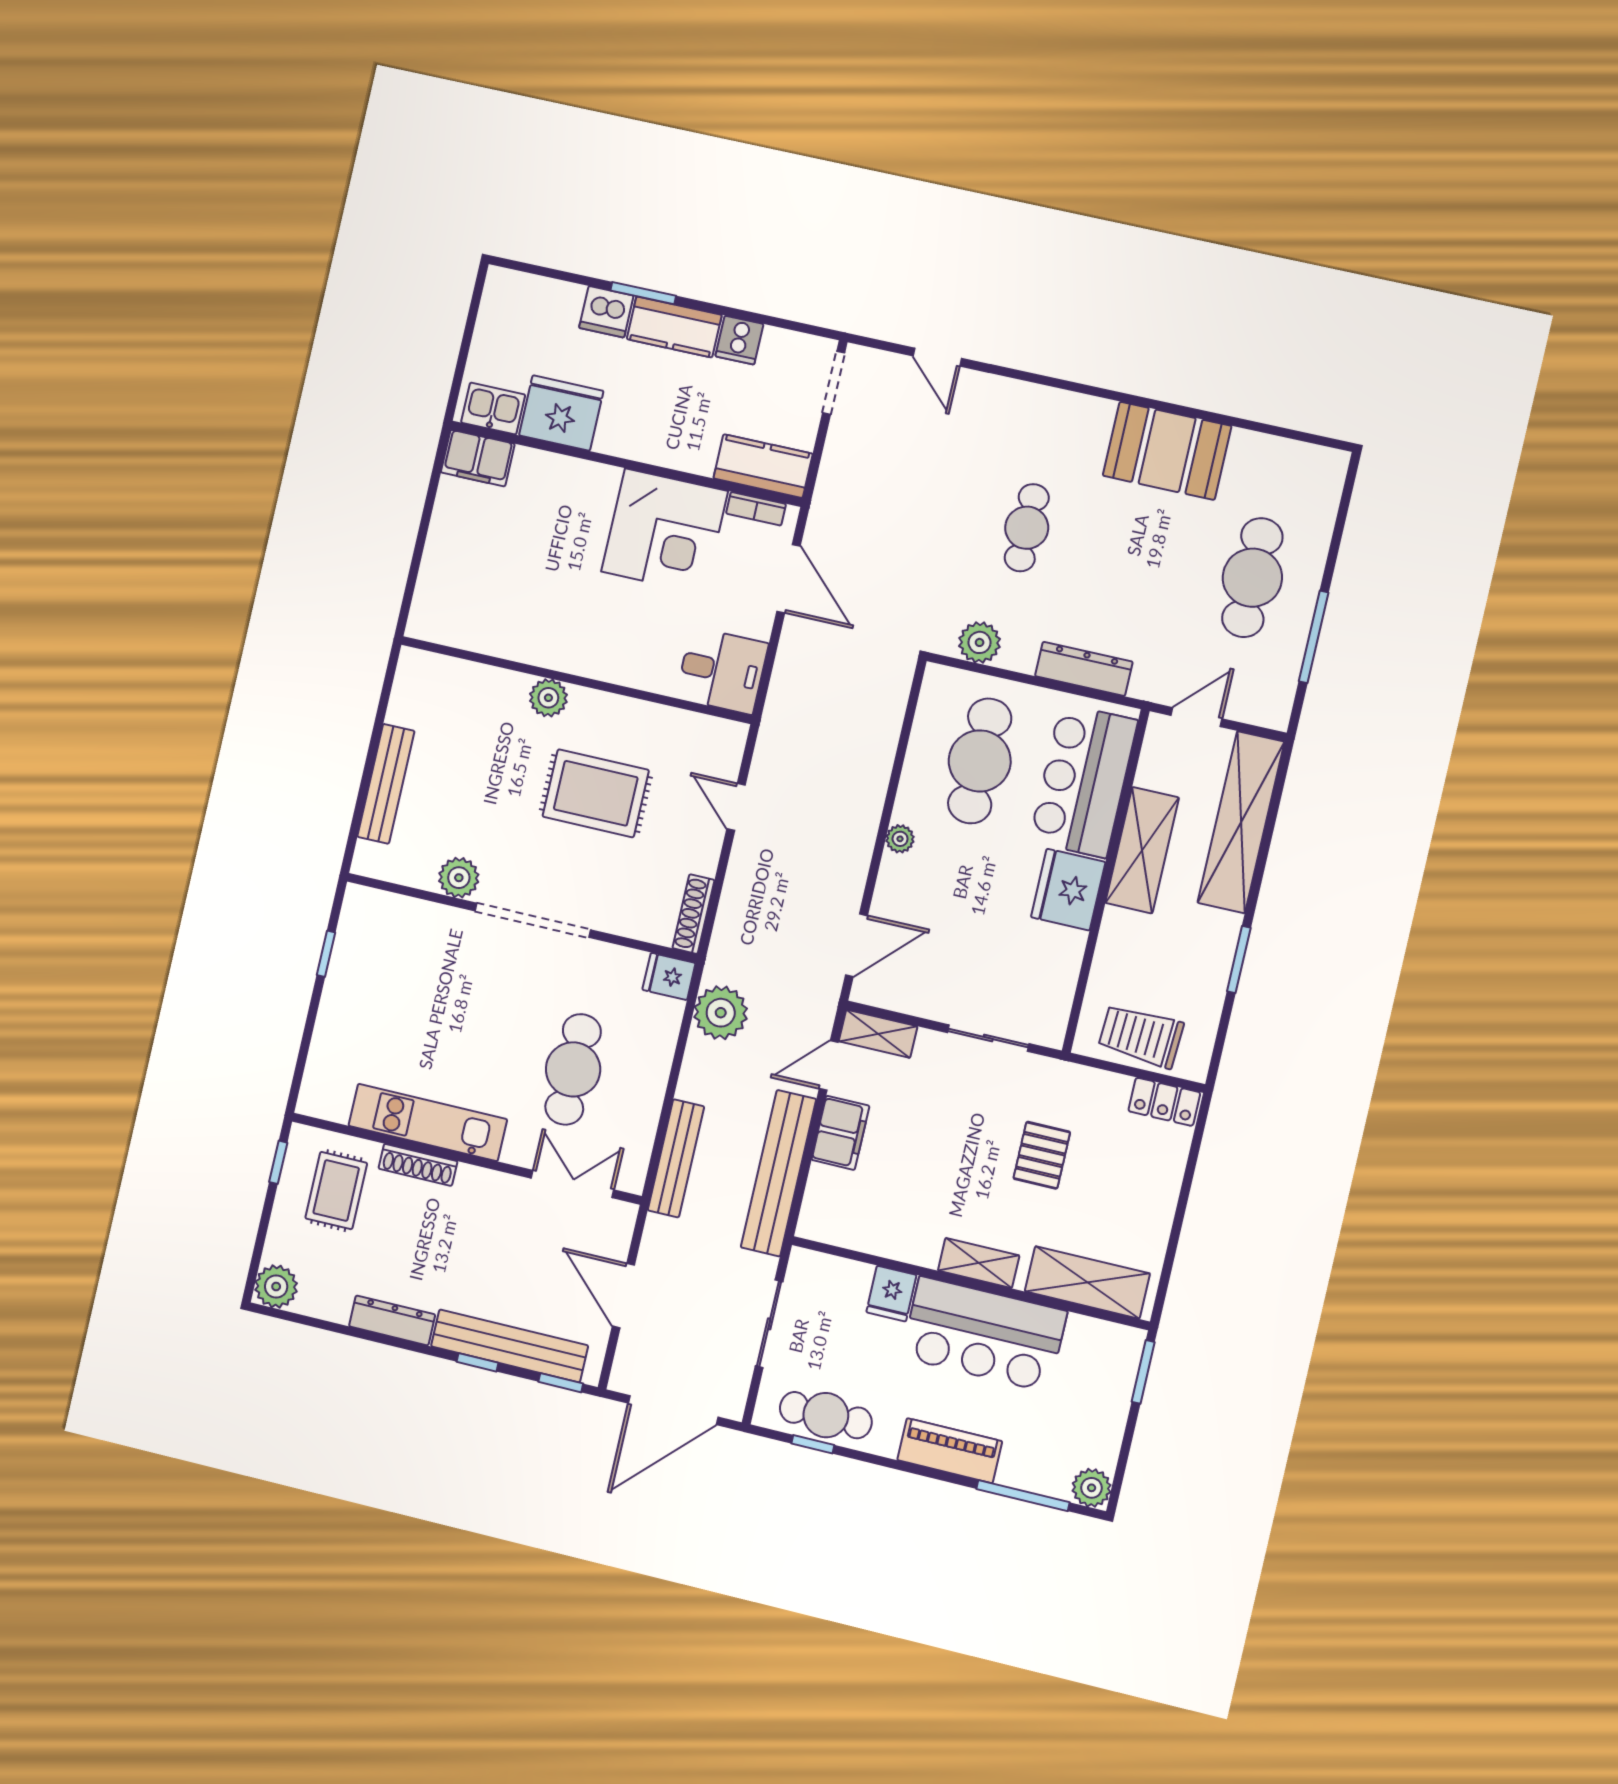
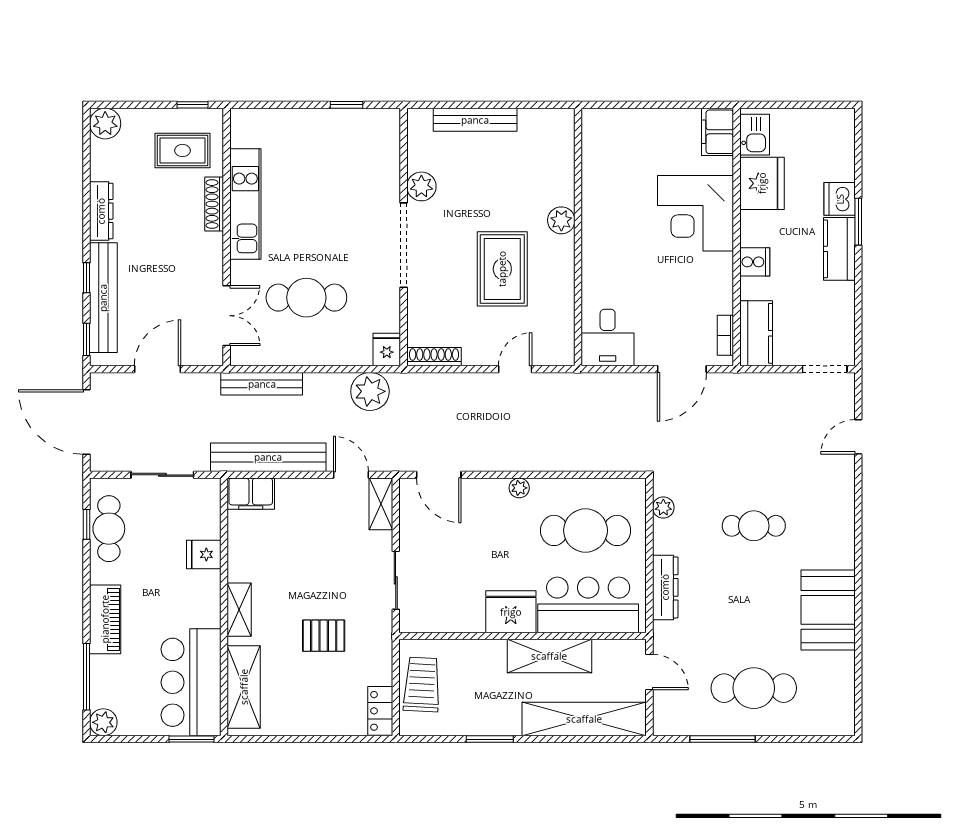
cooker: (739, 340) -> (755, 262), moved, turned 180
corner desk: (665, 531) -> (696, 213), moved
plant: (980, 642) -> (663, 508), width x0.73, depth x0.73
filing cabinet: (840, 1133) -> (251, 494), moved
bar counter: (984, 1334) -> (191, 682), moved

